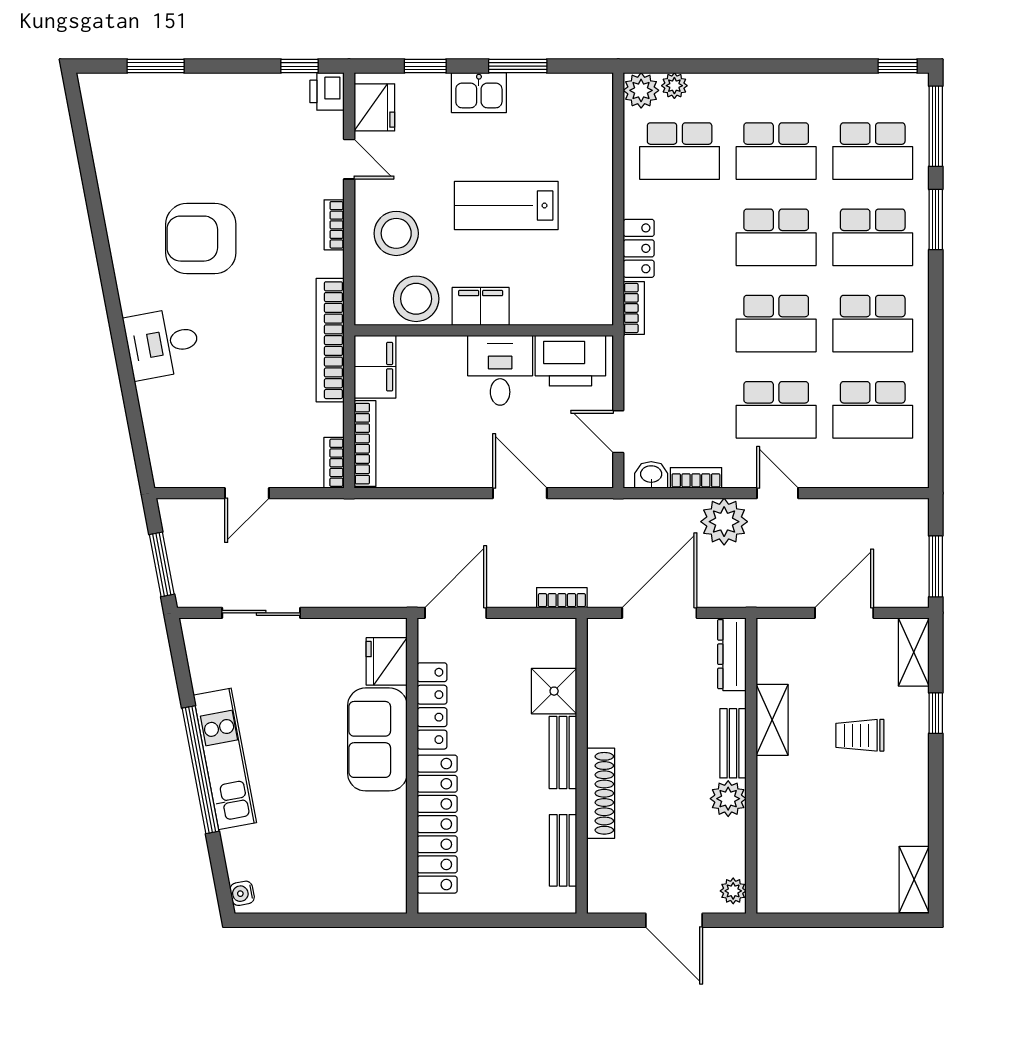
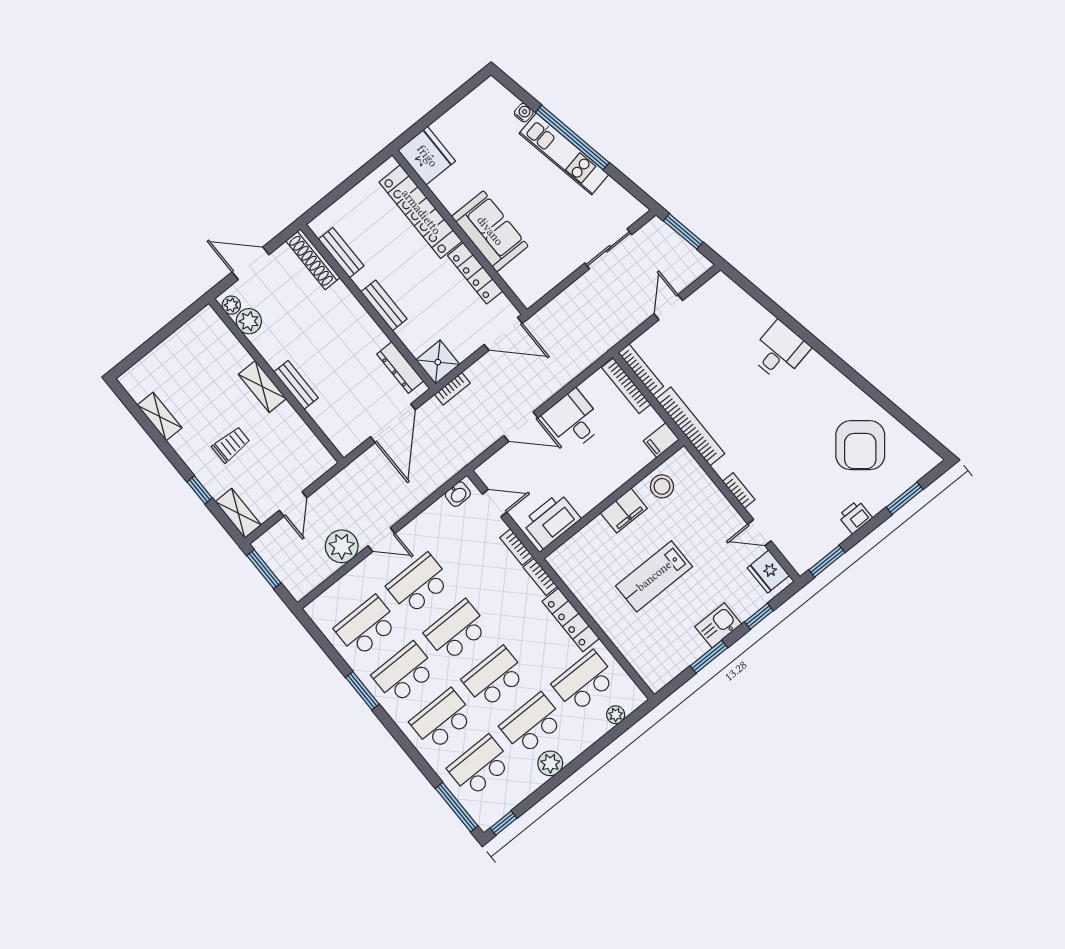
window: (299, 66) -> (827, 561), width x1.50
plant: (641, 90) -> (550, 763), moved
printer: (327, 91) -> (855, 517), moved, turned -90
lab bench: (506, 205) -> (654, 576), turned 180
window: (936, 219) -> (362, 691), moved
stool: (396, 233) -> (701, 513), removed
armchair: (201, 239) -> (860, 445), moved, turned 129
locker: (639, 248) -> (571, 620), width x1.53
stool: (416, 299) -> (662, 486), width x0.73, depth x0.73
filing cabinet: (375, 367) -> (661, 440), width x0.50
desk: (500, 370) -> (573, 420), moved, turned 180
bookcase: (334, 463) -> (641, 369), width x1.56
bookcase: (696, 478) -> (516, 547), moved, turned 90
plant: (724, 522) -> (342, 546), moved
door: (456, 613) -> (503, 334), hinge flipped
door: (844, 613) -> (293, 504), width x0.73
dresser: (732, 654) -> (400, 367), moved, turned 180
fridge: (387, 661) -> (427, 156), moved, width x1.36, depth x1.34
shower: (554, 691) -> (438, 362), moved
shelving: (772, 720) -> (262, 386), moved
shoe rack: (601, 793) -> (313, 259), moved
plant: (728, 799) -> (249, 321), moved
shelving: (914, 880) -> (160, 416), moved
water cooler: (242, 893) -> (524, 113), moved

